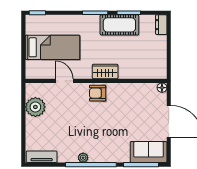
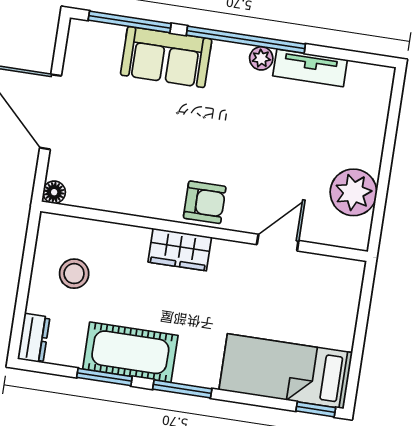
bed: (52, 47) -> (286, 371), moved
stool: (148, 55) -> (74, 274), added
door: (64, 81) -> (278, 243), swing flipped
sofa: (149, 152) -> (166, 57), moved
tv unit: (42, 157) -> (310, 68), moved

